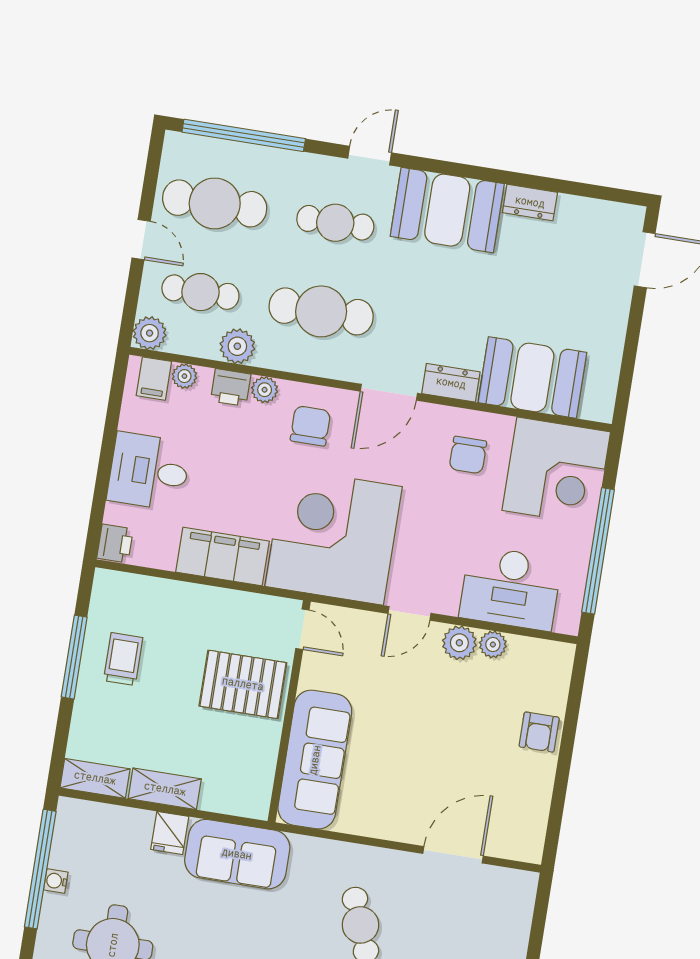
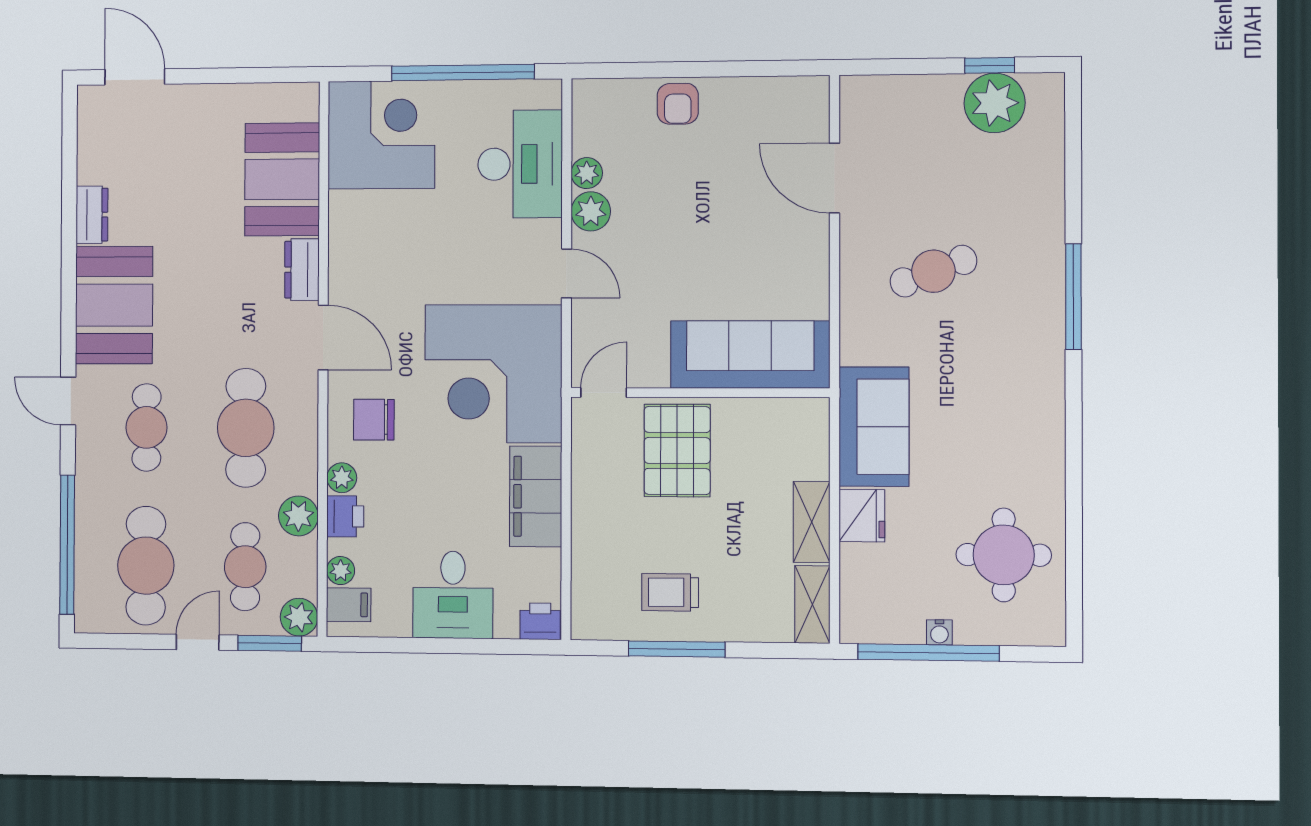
window: (131, 304) -> (270, 643), added
chair: (468, 455) -> (379, 237), removed
armchair: (539, 732) -> (678, 104), turned 90
fridge: (170, 833) -> (862, 516), width x1.38

